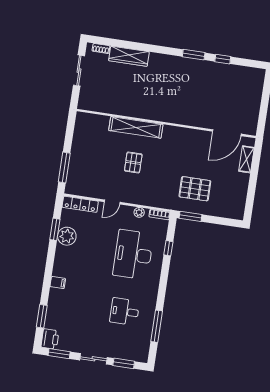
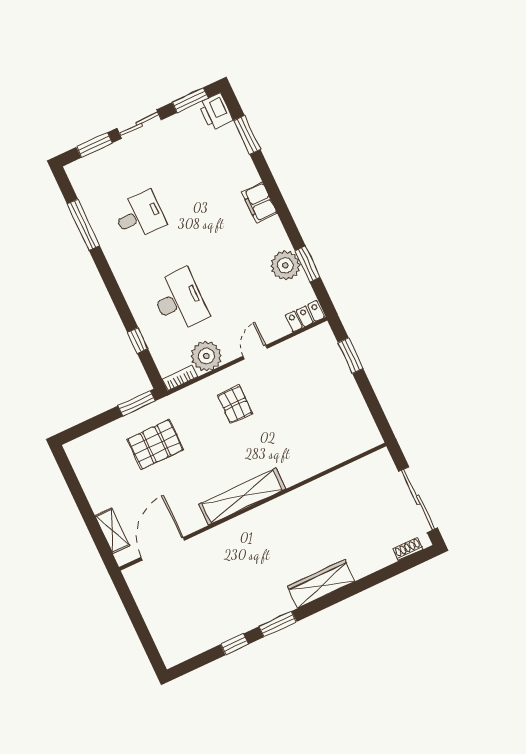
wardrobe: (129, 56) -> (321, 584), moved
sliding door: (79, 71) -> (418, 500), width x1.37
shelving: (136, 127) -> (242, 497), moved
pallet: (133, 162) -> (235, 404), moved
window: (64, 168) -> (350, 356), width x0.69
locker: (80, 204) -> (305, 316), width x0.66
plant: (139, 212) -> (206, 356), width x1.88, depth x1.88
desk: (133, 255) -> (179, 300), width x0.73, depth x0.77
filing cabinet: (58, 283) -> (259, 203), width x2.00

